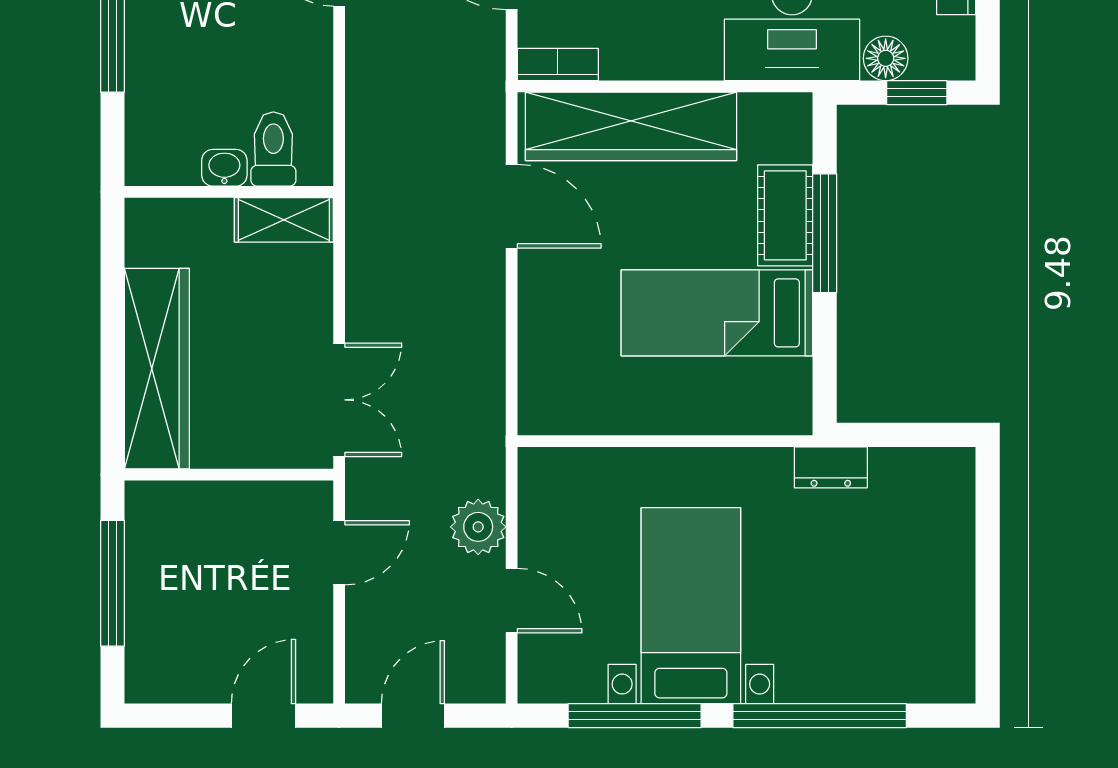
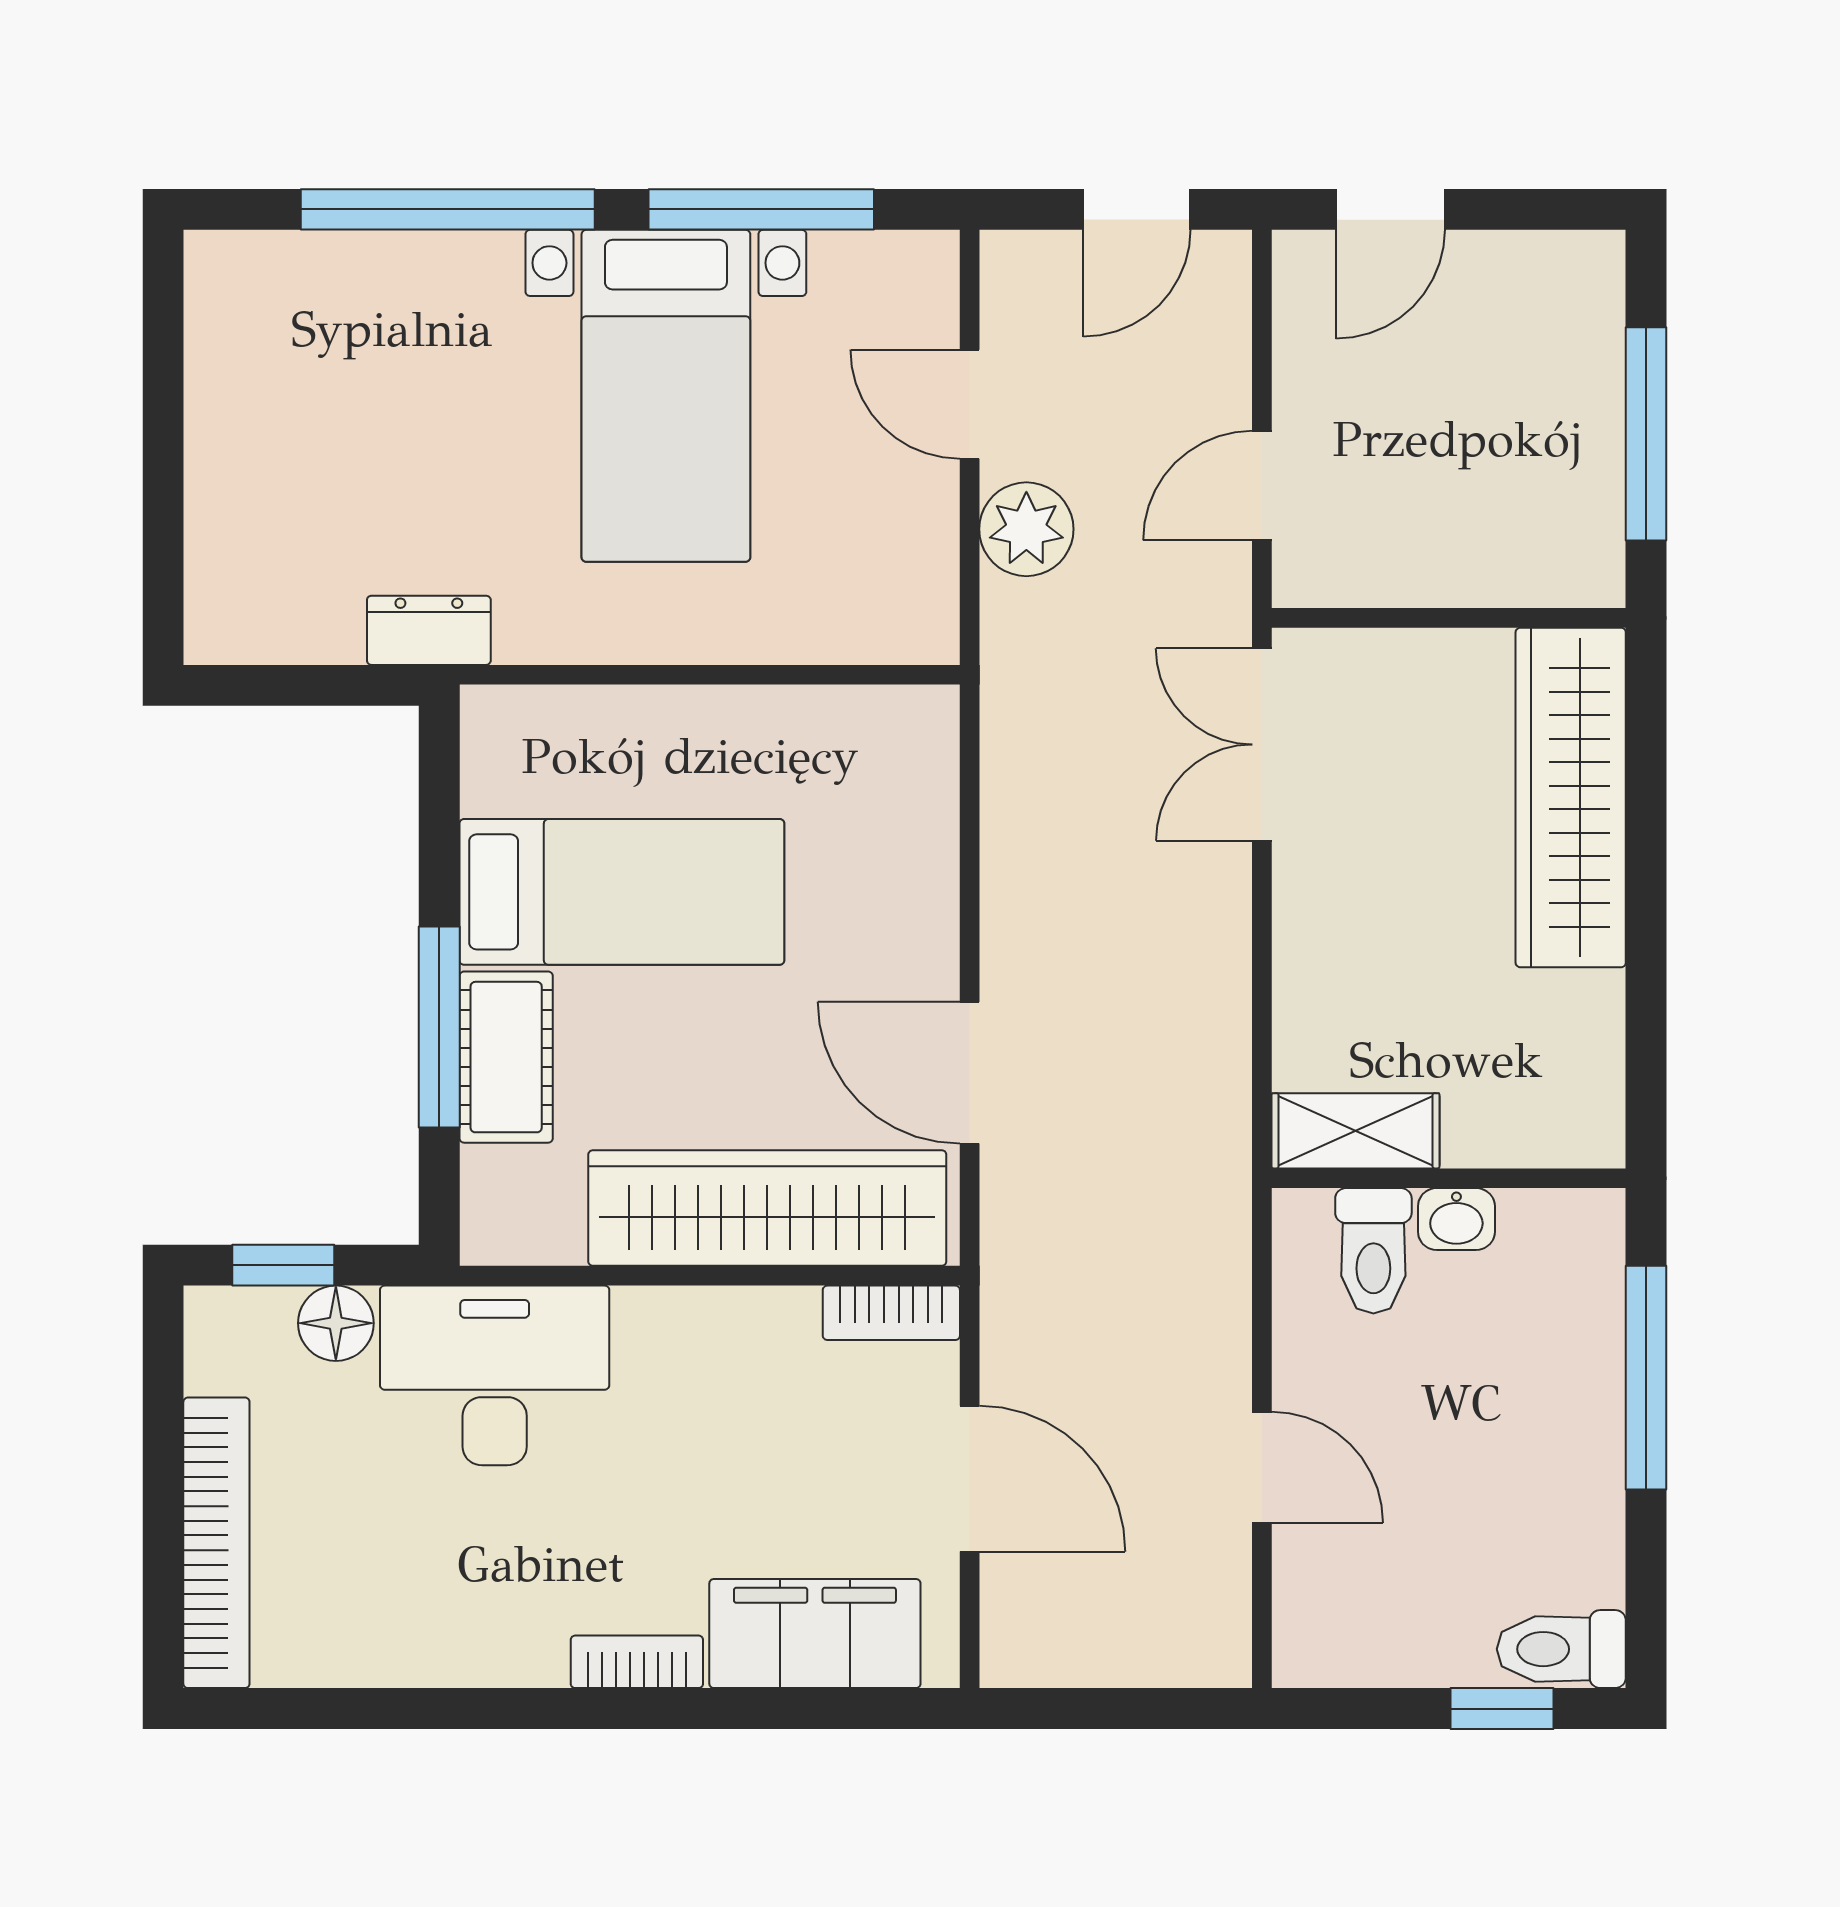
toilet: (273, 149) -> (1373, 1251), moved
washbasin: (224, 168) -> (1456, 1219), moved
wall: (229, 192) -> (1449, 1178), moved
shelving: (284, 220) -> (1356, 1131), moved

